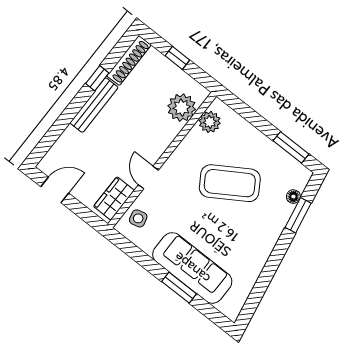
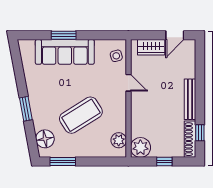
window: (97, 78) -> (200, 133), moved
plant: (182, 108) -> (140, 147), moved
floor lamp: (293, 197) -> (45, 139), width x1.89, depth x1.89
wardrobe: (114, 198) -> (151, 47), moved, turned 90
window: (298, 215) -> (26, 109), moved

